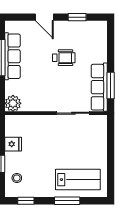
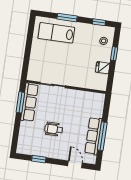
door: (44, 17) -> (75, 164), moved
plant: (13, 103) -> (98, 99), removed

